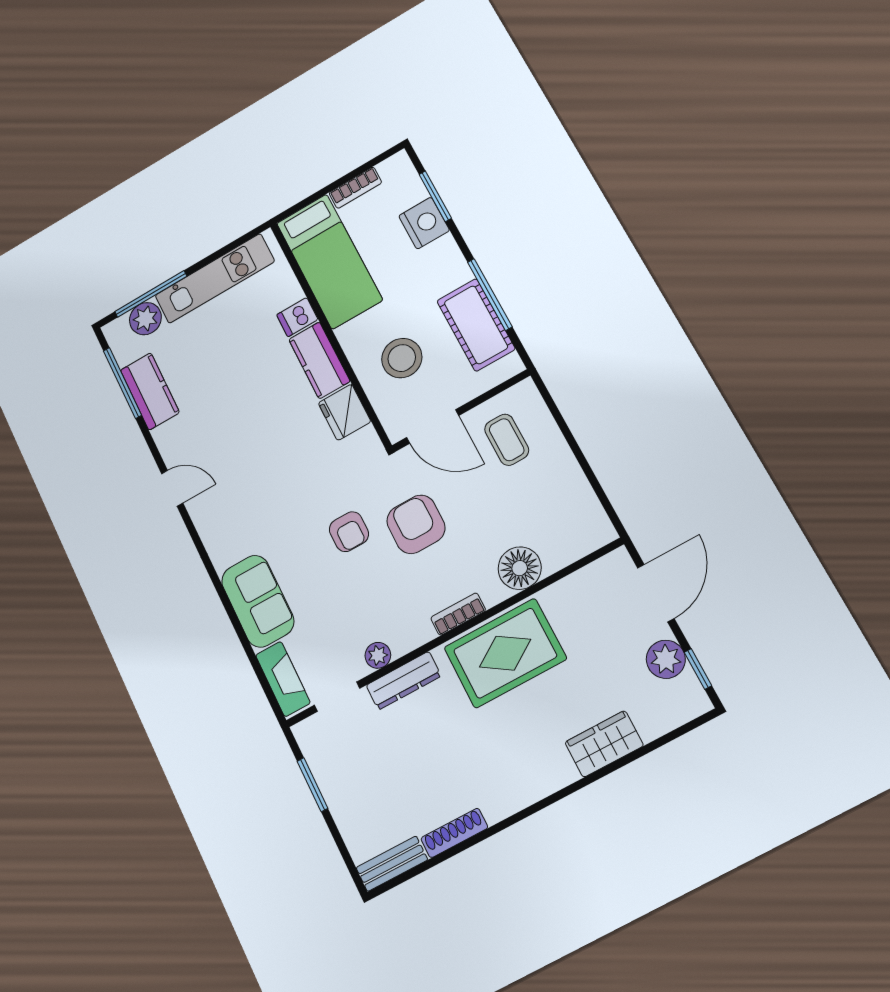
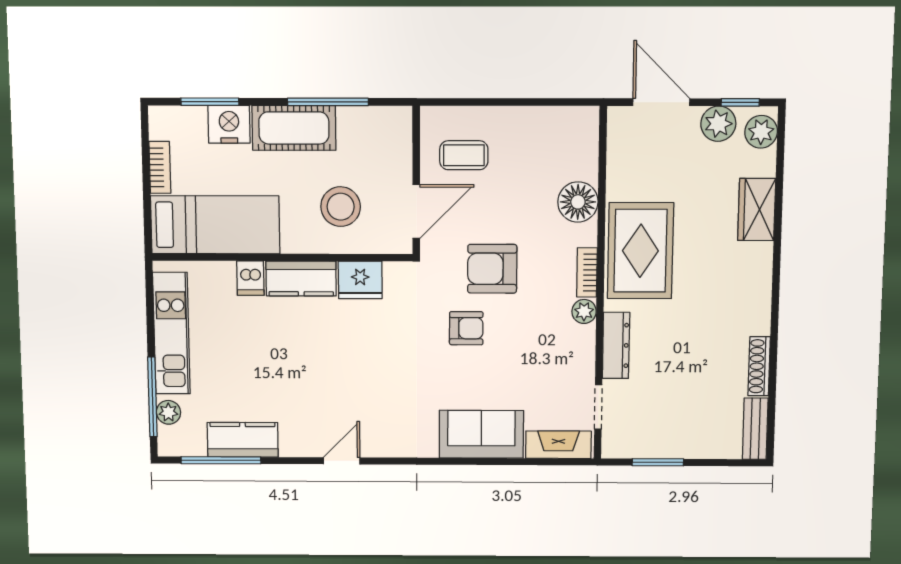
plant: (145, 319) -> (168, 412), width x0.73, depth x0.73
cot: (476, 325) -> (294, 128), moved
plant: (378, 655) -> (584, 311), moved
plant: (681, 705) -> (761, 132), added

